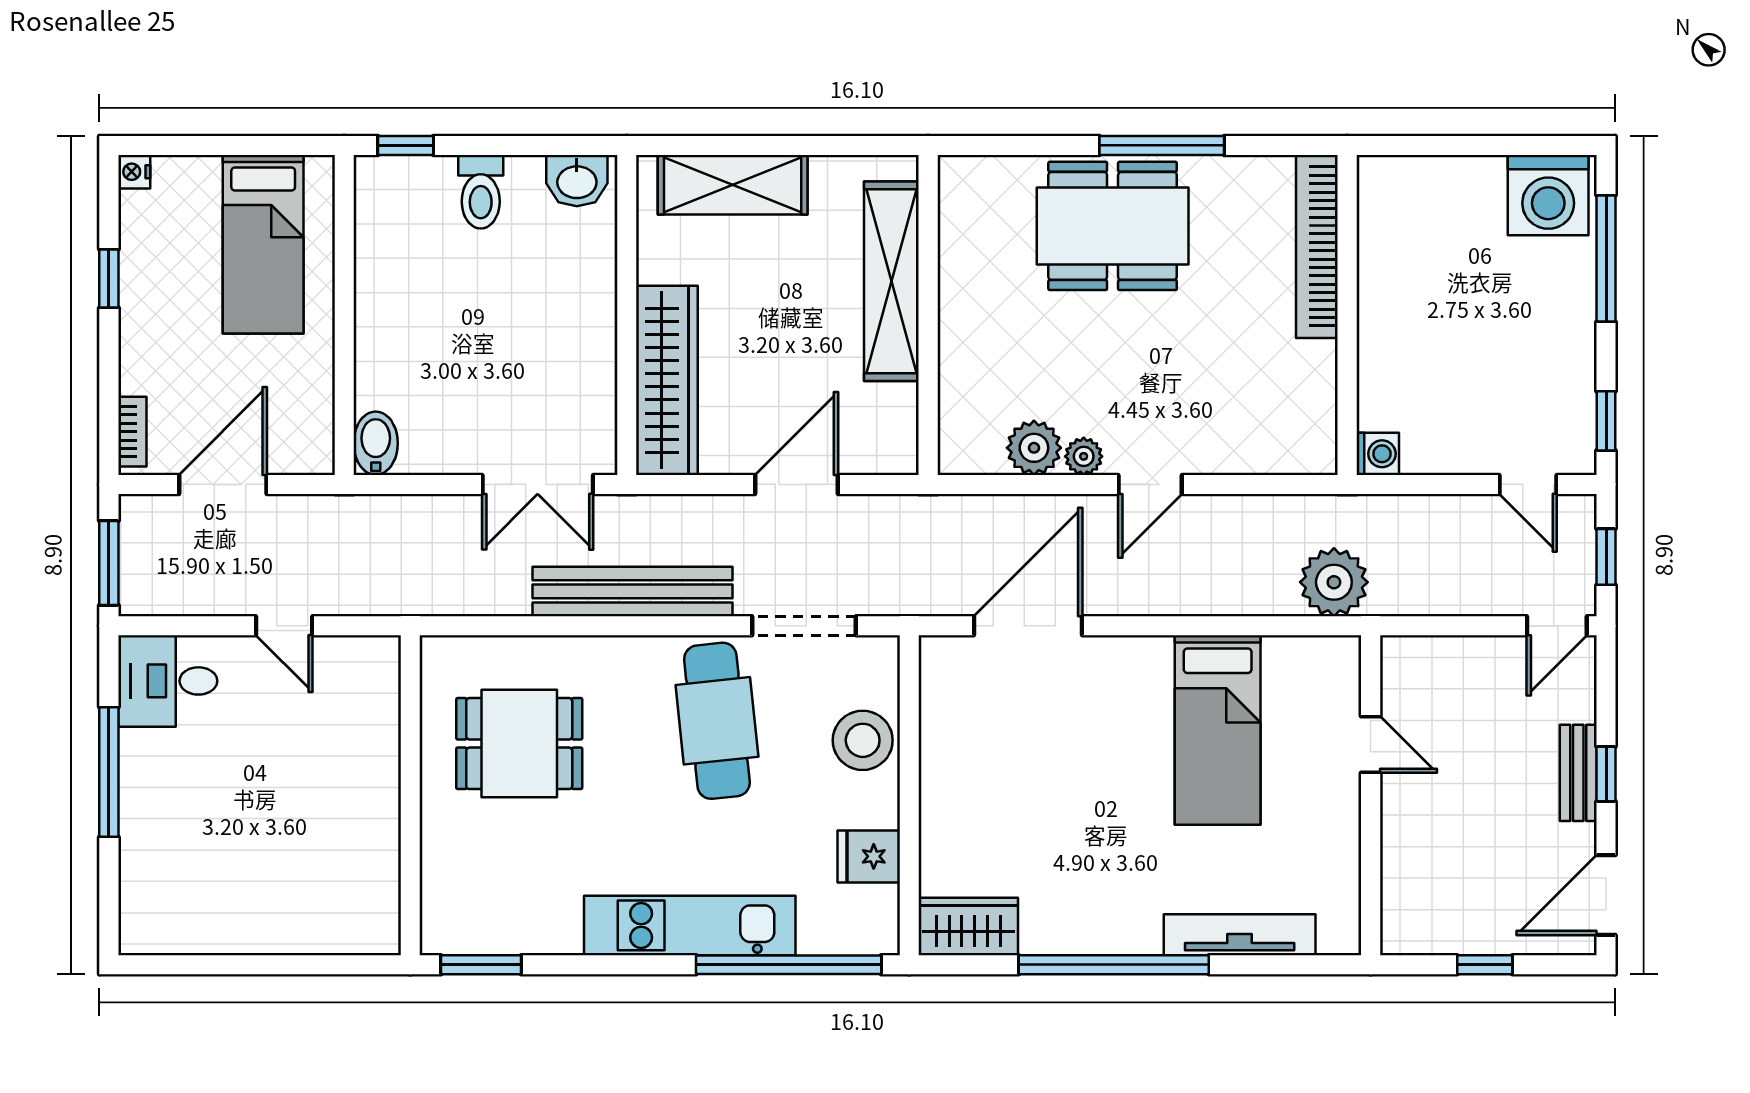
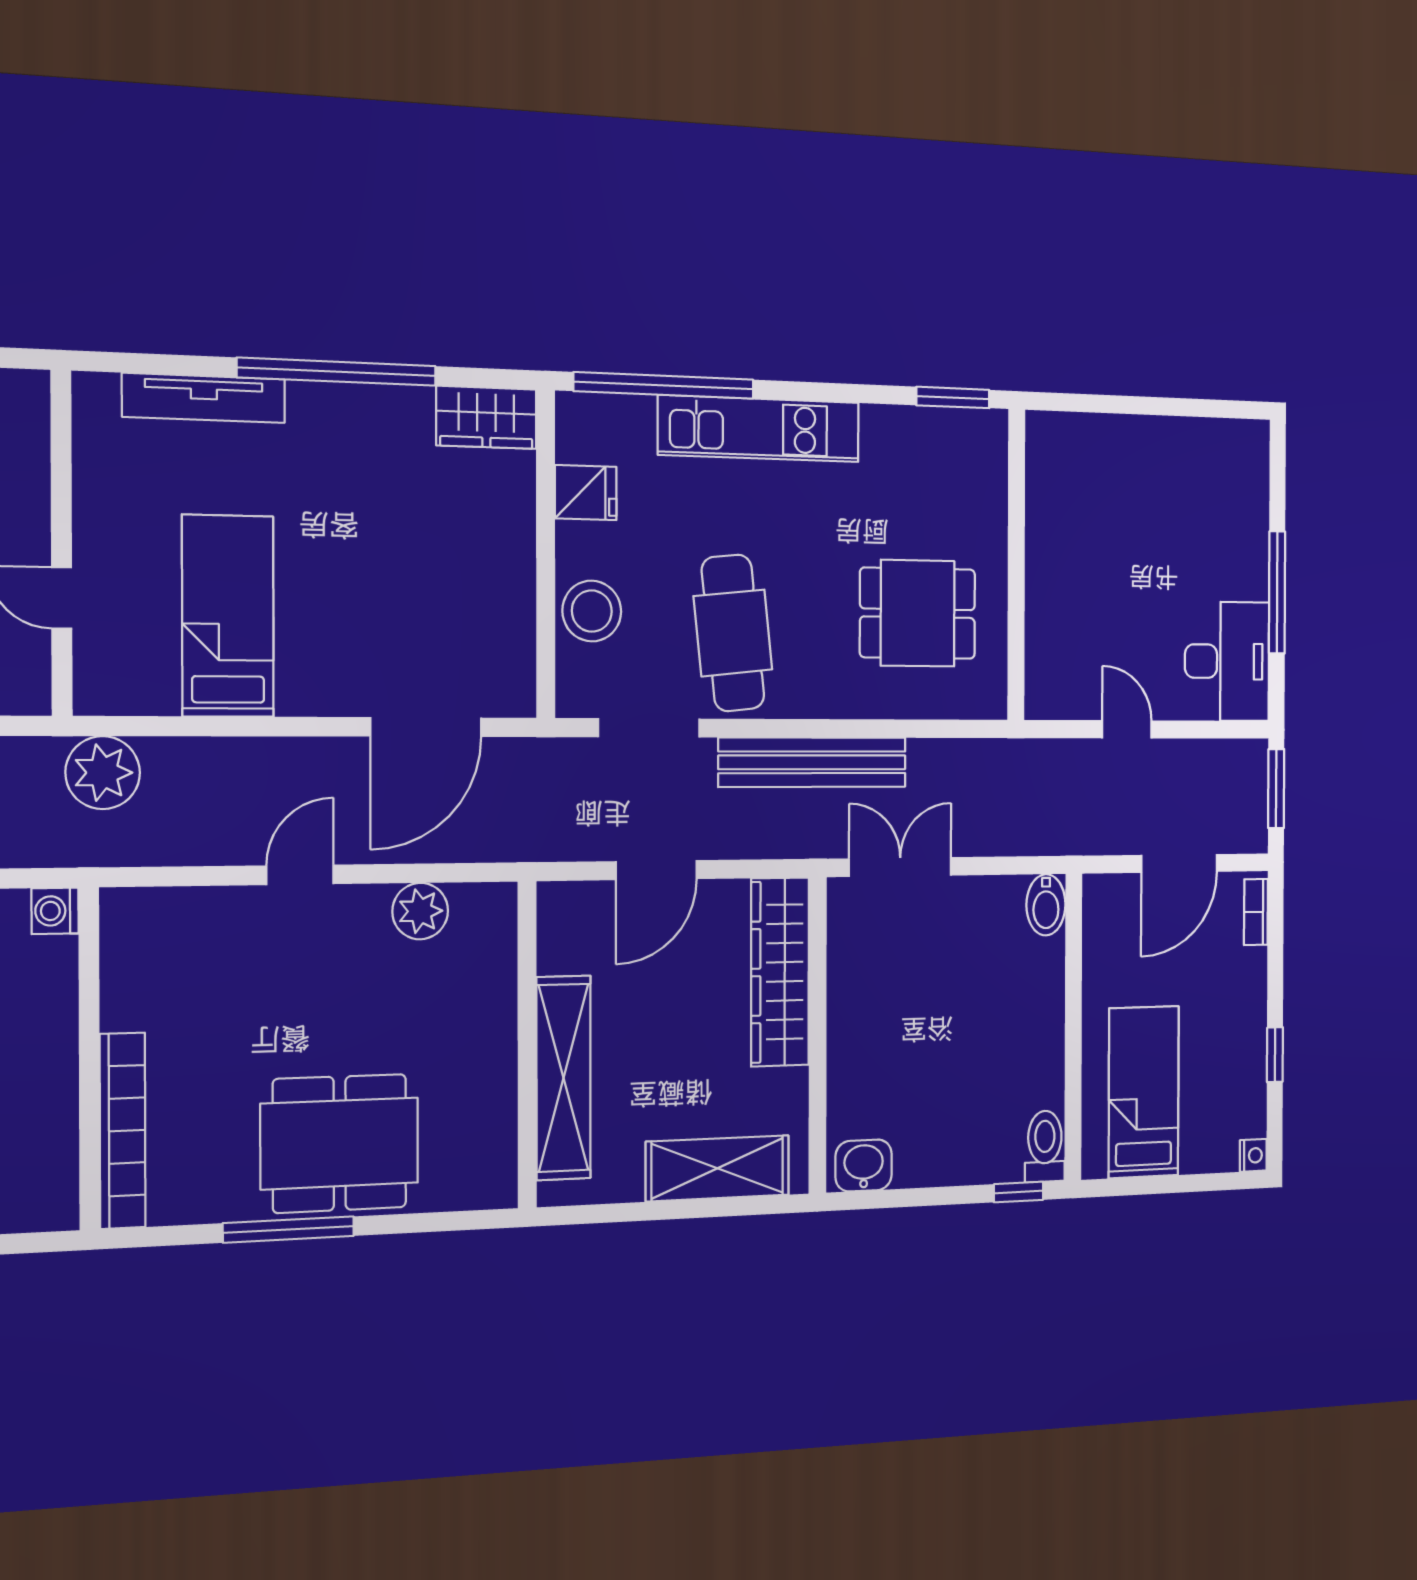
toilet: (481, 192) -> (1045, 1146), moved
plant: (1084, 456) -> (369, 903), removed
desk: (168, 681) -> (1227, 661), width x1.37

